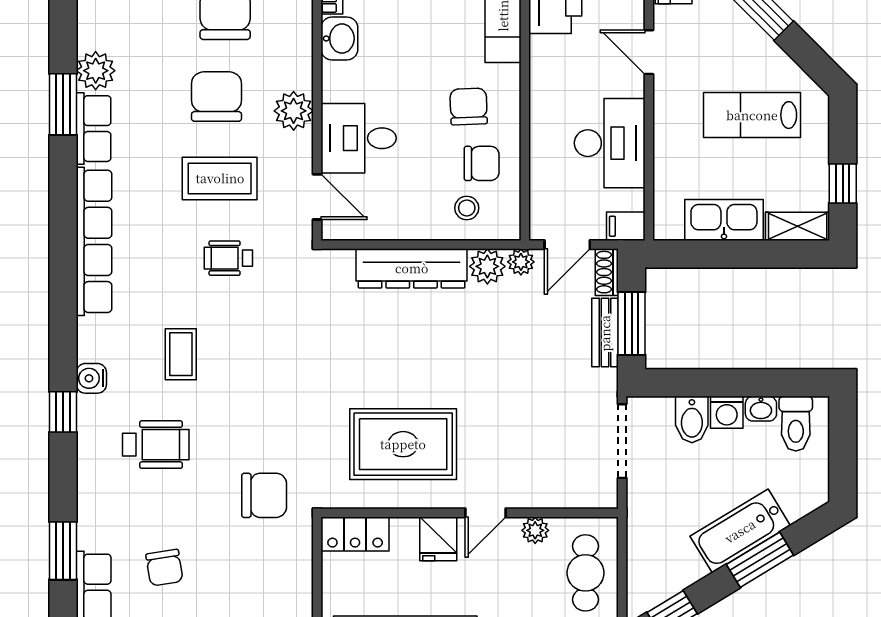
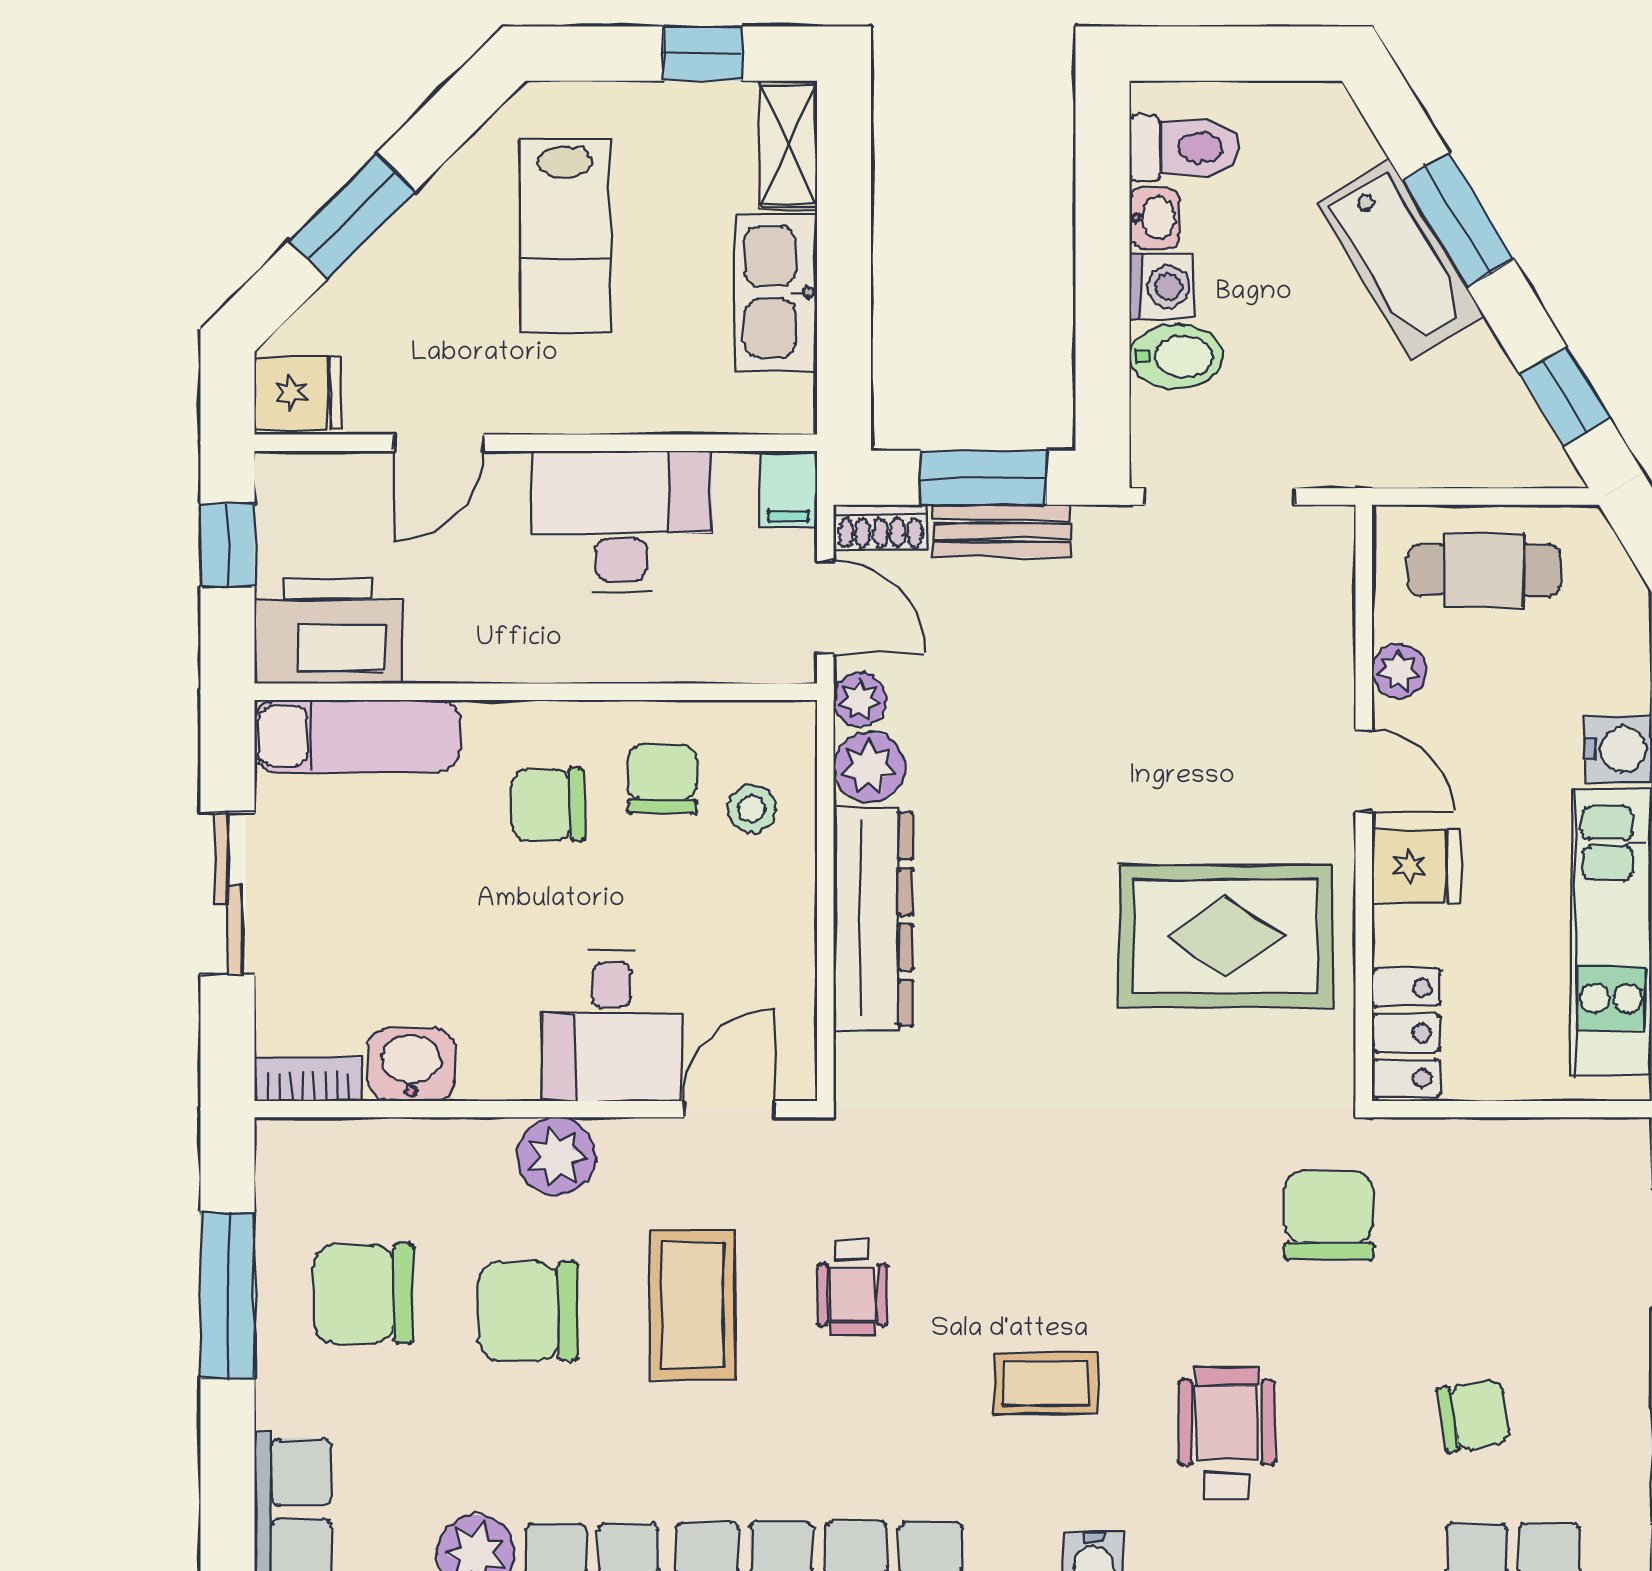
rug: (403, 444) -> (1226, 936), turned 90

